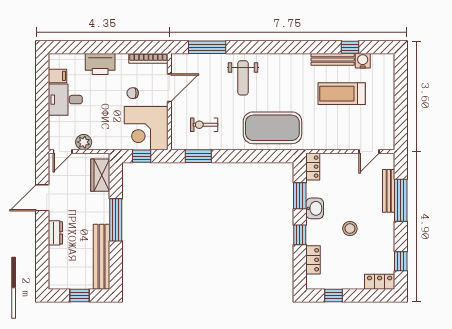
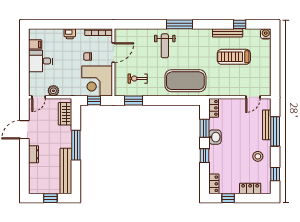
window: (207, 47) -> (180, 24), moved
water cooler: (363, 61) -> (266, 34), moved
printer: (100, 64) -> (70, 34), width x0.53, depth x0.68
stool: (350, 228) -> (258, 156), moved
locker: (313, 260) -> (214, 184), moved
locker: (380, 282) -> (250, 188), moved

